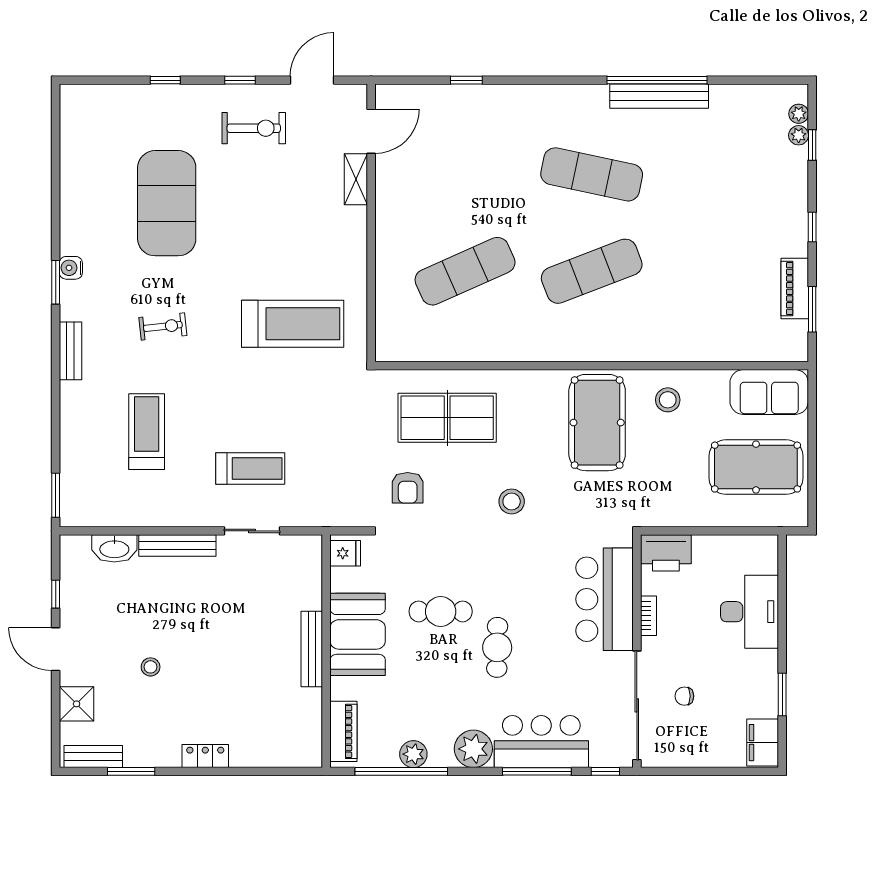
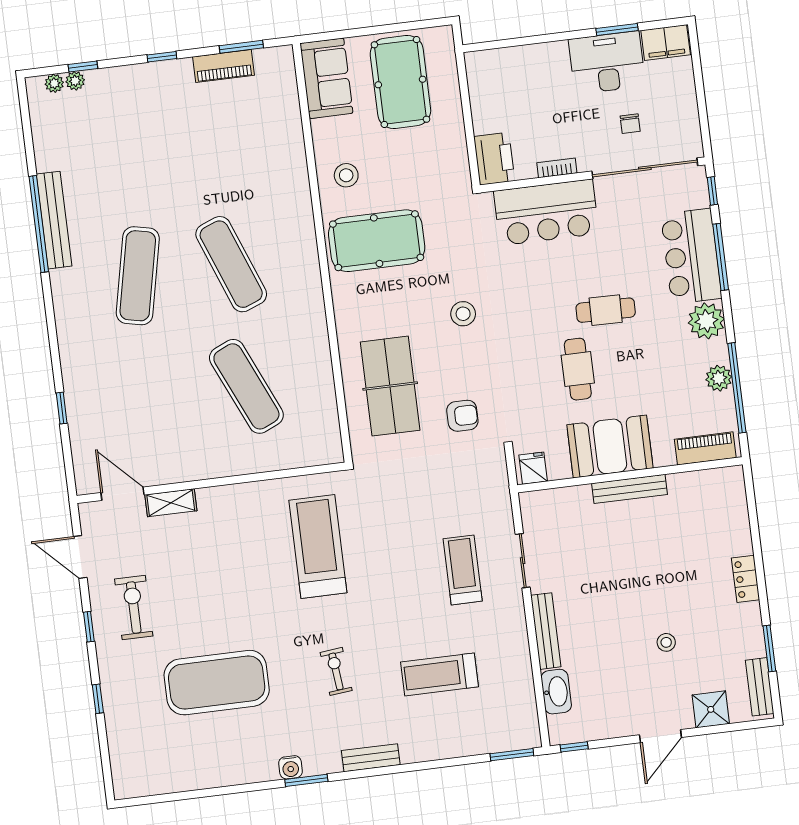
window: (56, 594) -> (574, 747), moved
desk: (749, 612) -> (607, 63), moved

